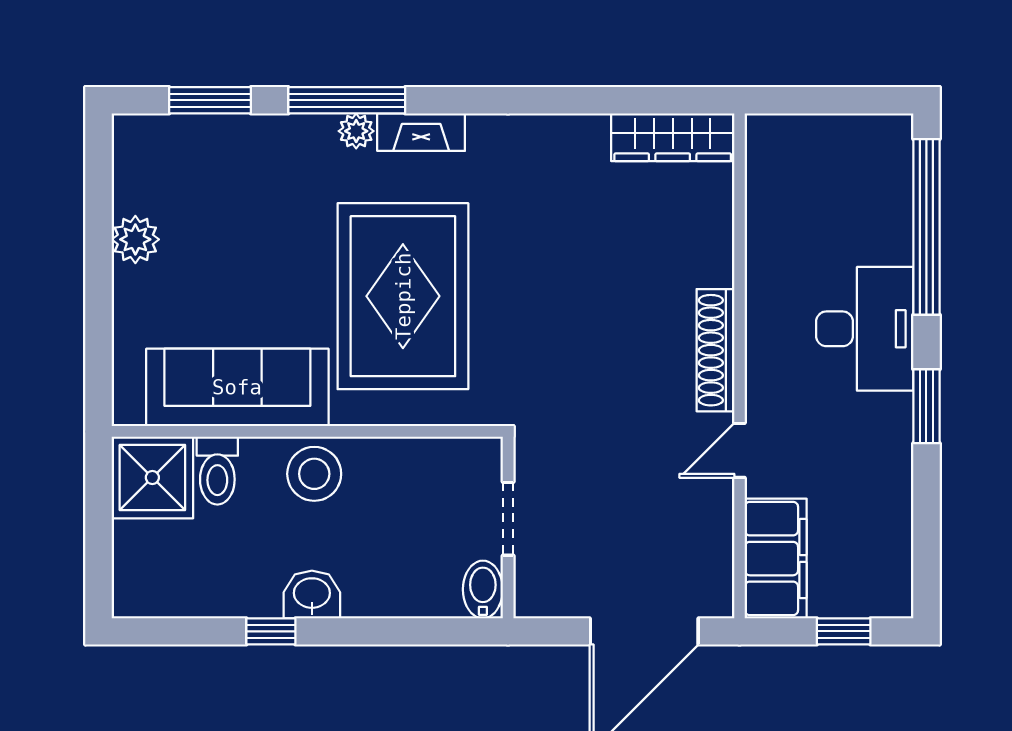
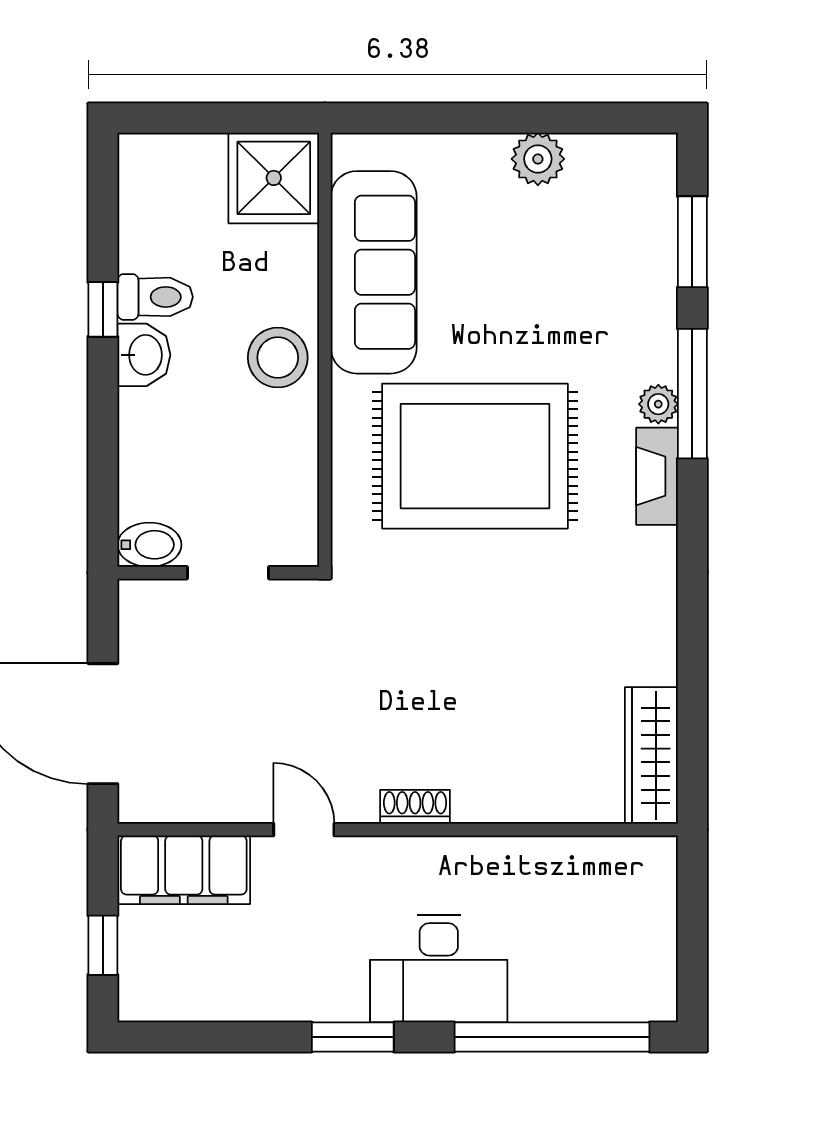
shoe rack: (715, 350) -> (415, 807), width x0.51, depth x0.81
toilet: (217, 471) -> (155, 297), moved, turned 180

